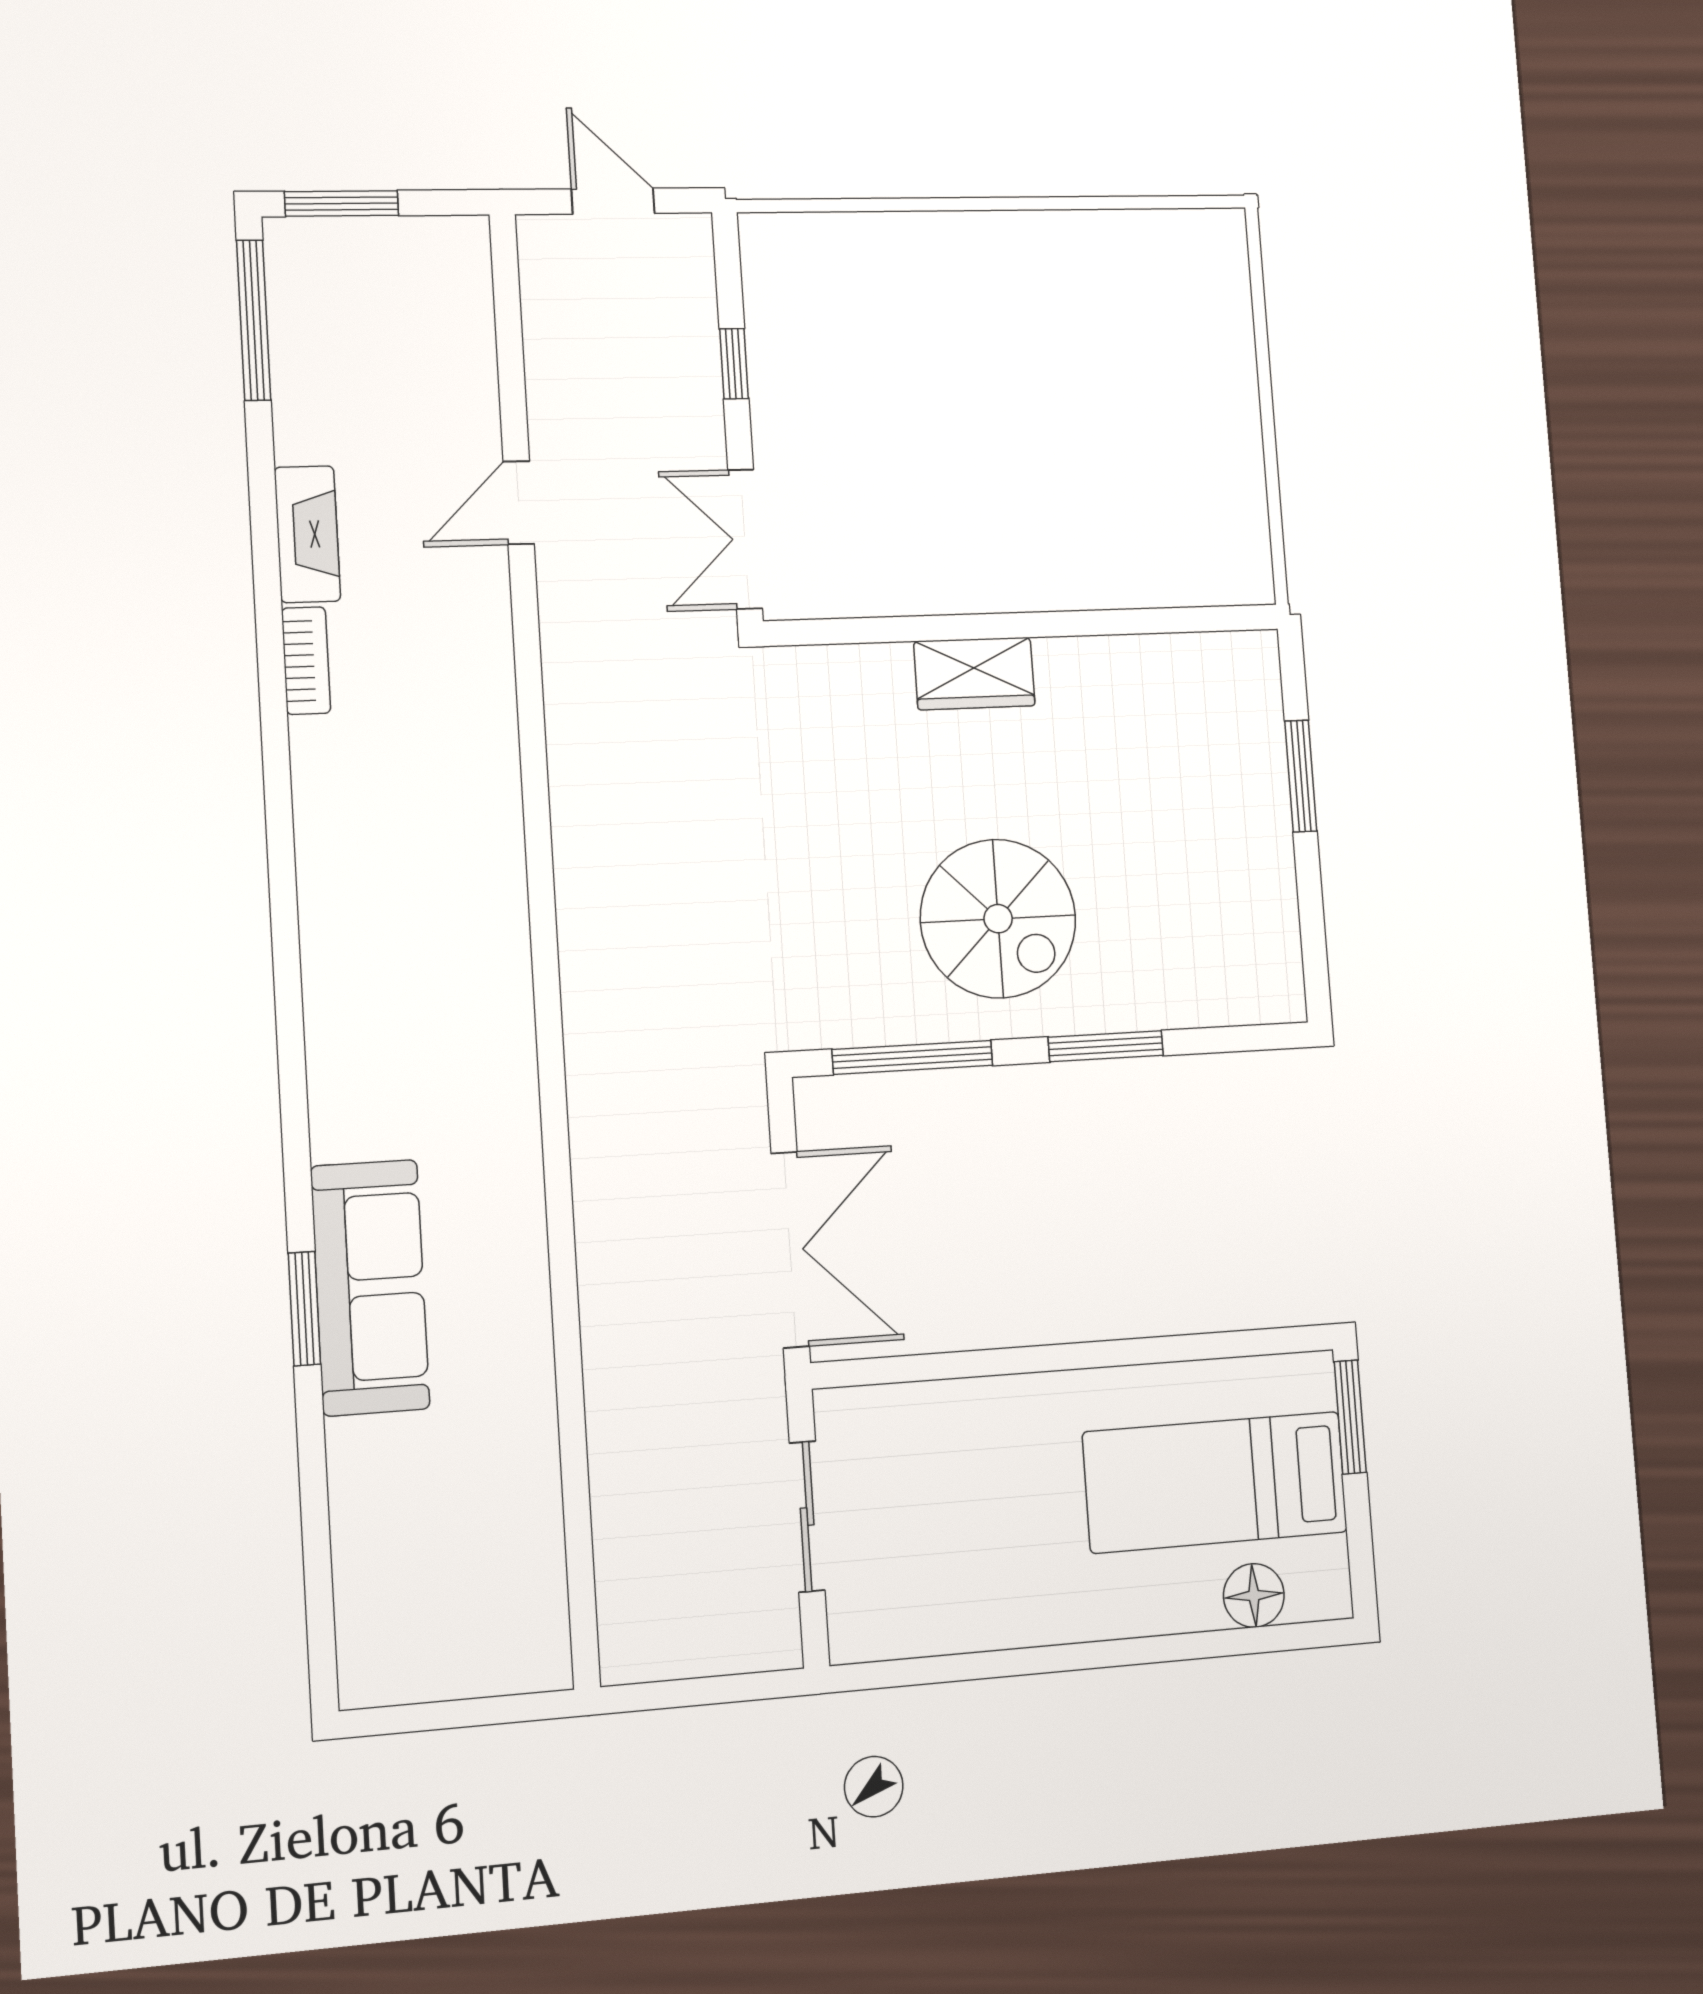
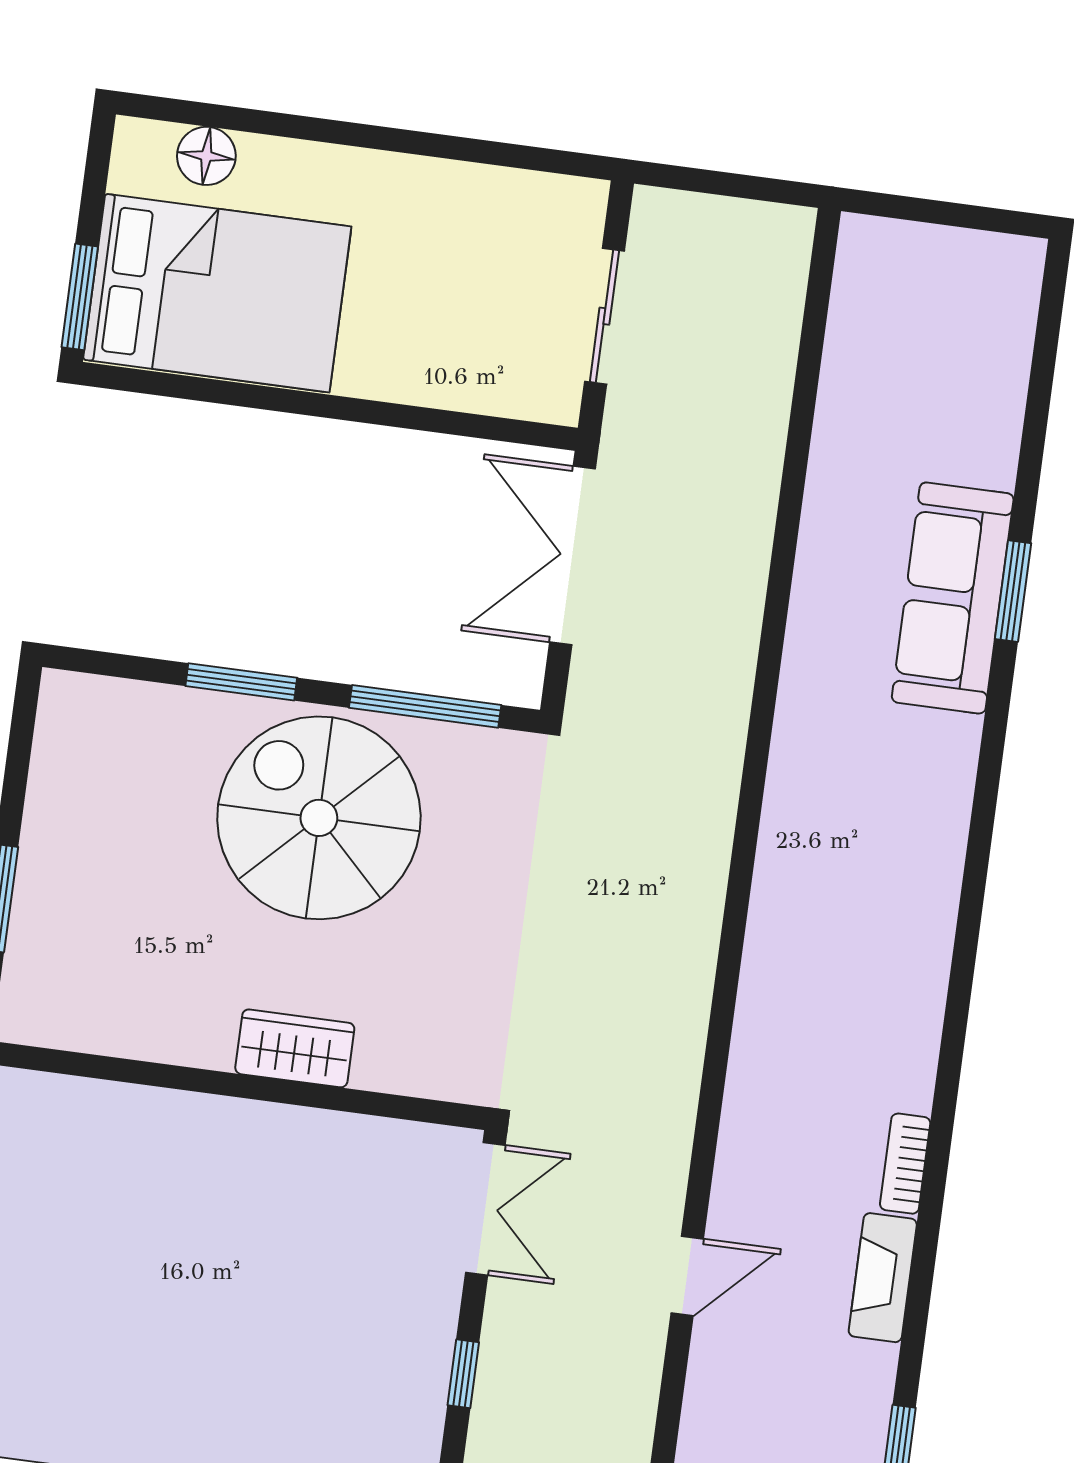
spiral stairs: (998, 919) -> (319, 818), width x1.37, depth x1.37
bed: (1215, 1482) -> (217, 293), width x1.50

